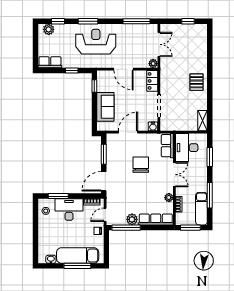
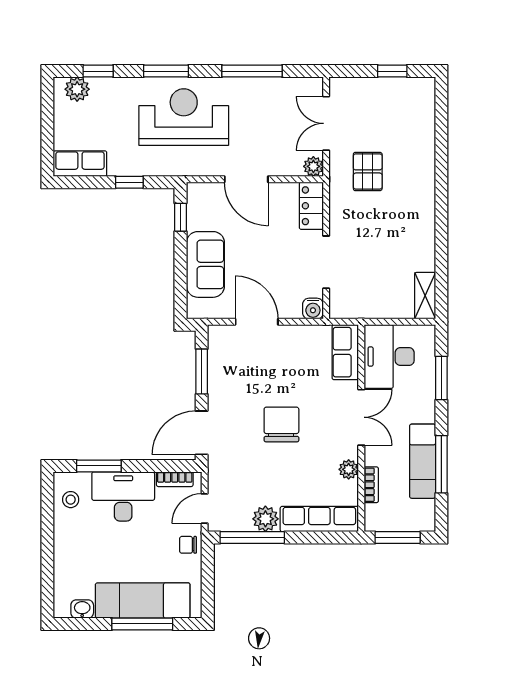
window: (136, 21) -> (252, 71), moved
double door: (159, 44) -> (326, 123), swing flipped
pallet: (196, 82) -> (368, 171), moved
door: (128, 132) -> (257, 322), hinge flipped
chair: (141, 165) -> (281, 424), moved
exam couch: (201, 209) -> (423, 461), moved

